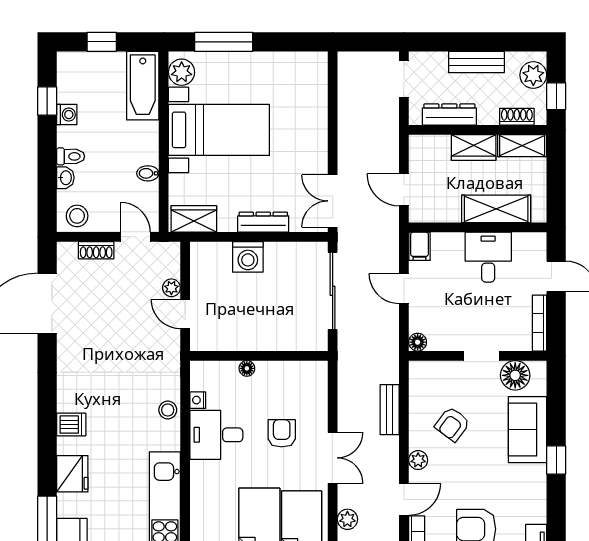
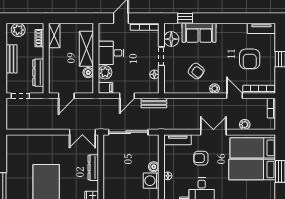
window: (556, 96) -> (29, 18), removed
wardrobe: (474, 147) -> (55, 60), removed
door: (404, 190) -> (66, 96), moved
boiler: (450, 212) -> (88, 73), added
plant: (450, 245) -> (105, 72), added
washing machine: (248, 257) -> (151, 181), moved, turned 180
boiler: (265, 341) -> (154, 167), added
floor lamp: (418, 342) -> (154, 74), moved
tv unit: (318, 388) -> (178, 140), added
bench: (390, 410) -> (154, 103), moved
window: (556, 460) -> (185, 18), moved

